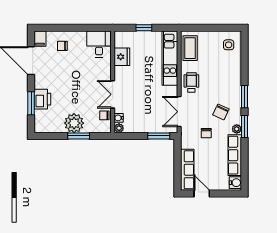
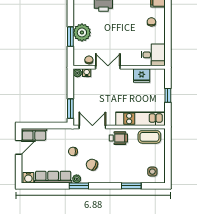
window: (244, 97) -> (131, 186), moved
row of seats: (187, 170) -> (34, 134), width x0.68

